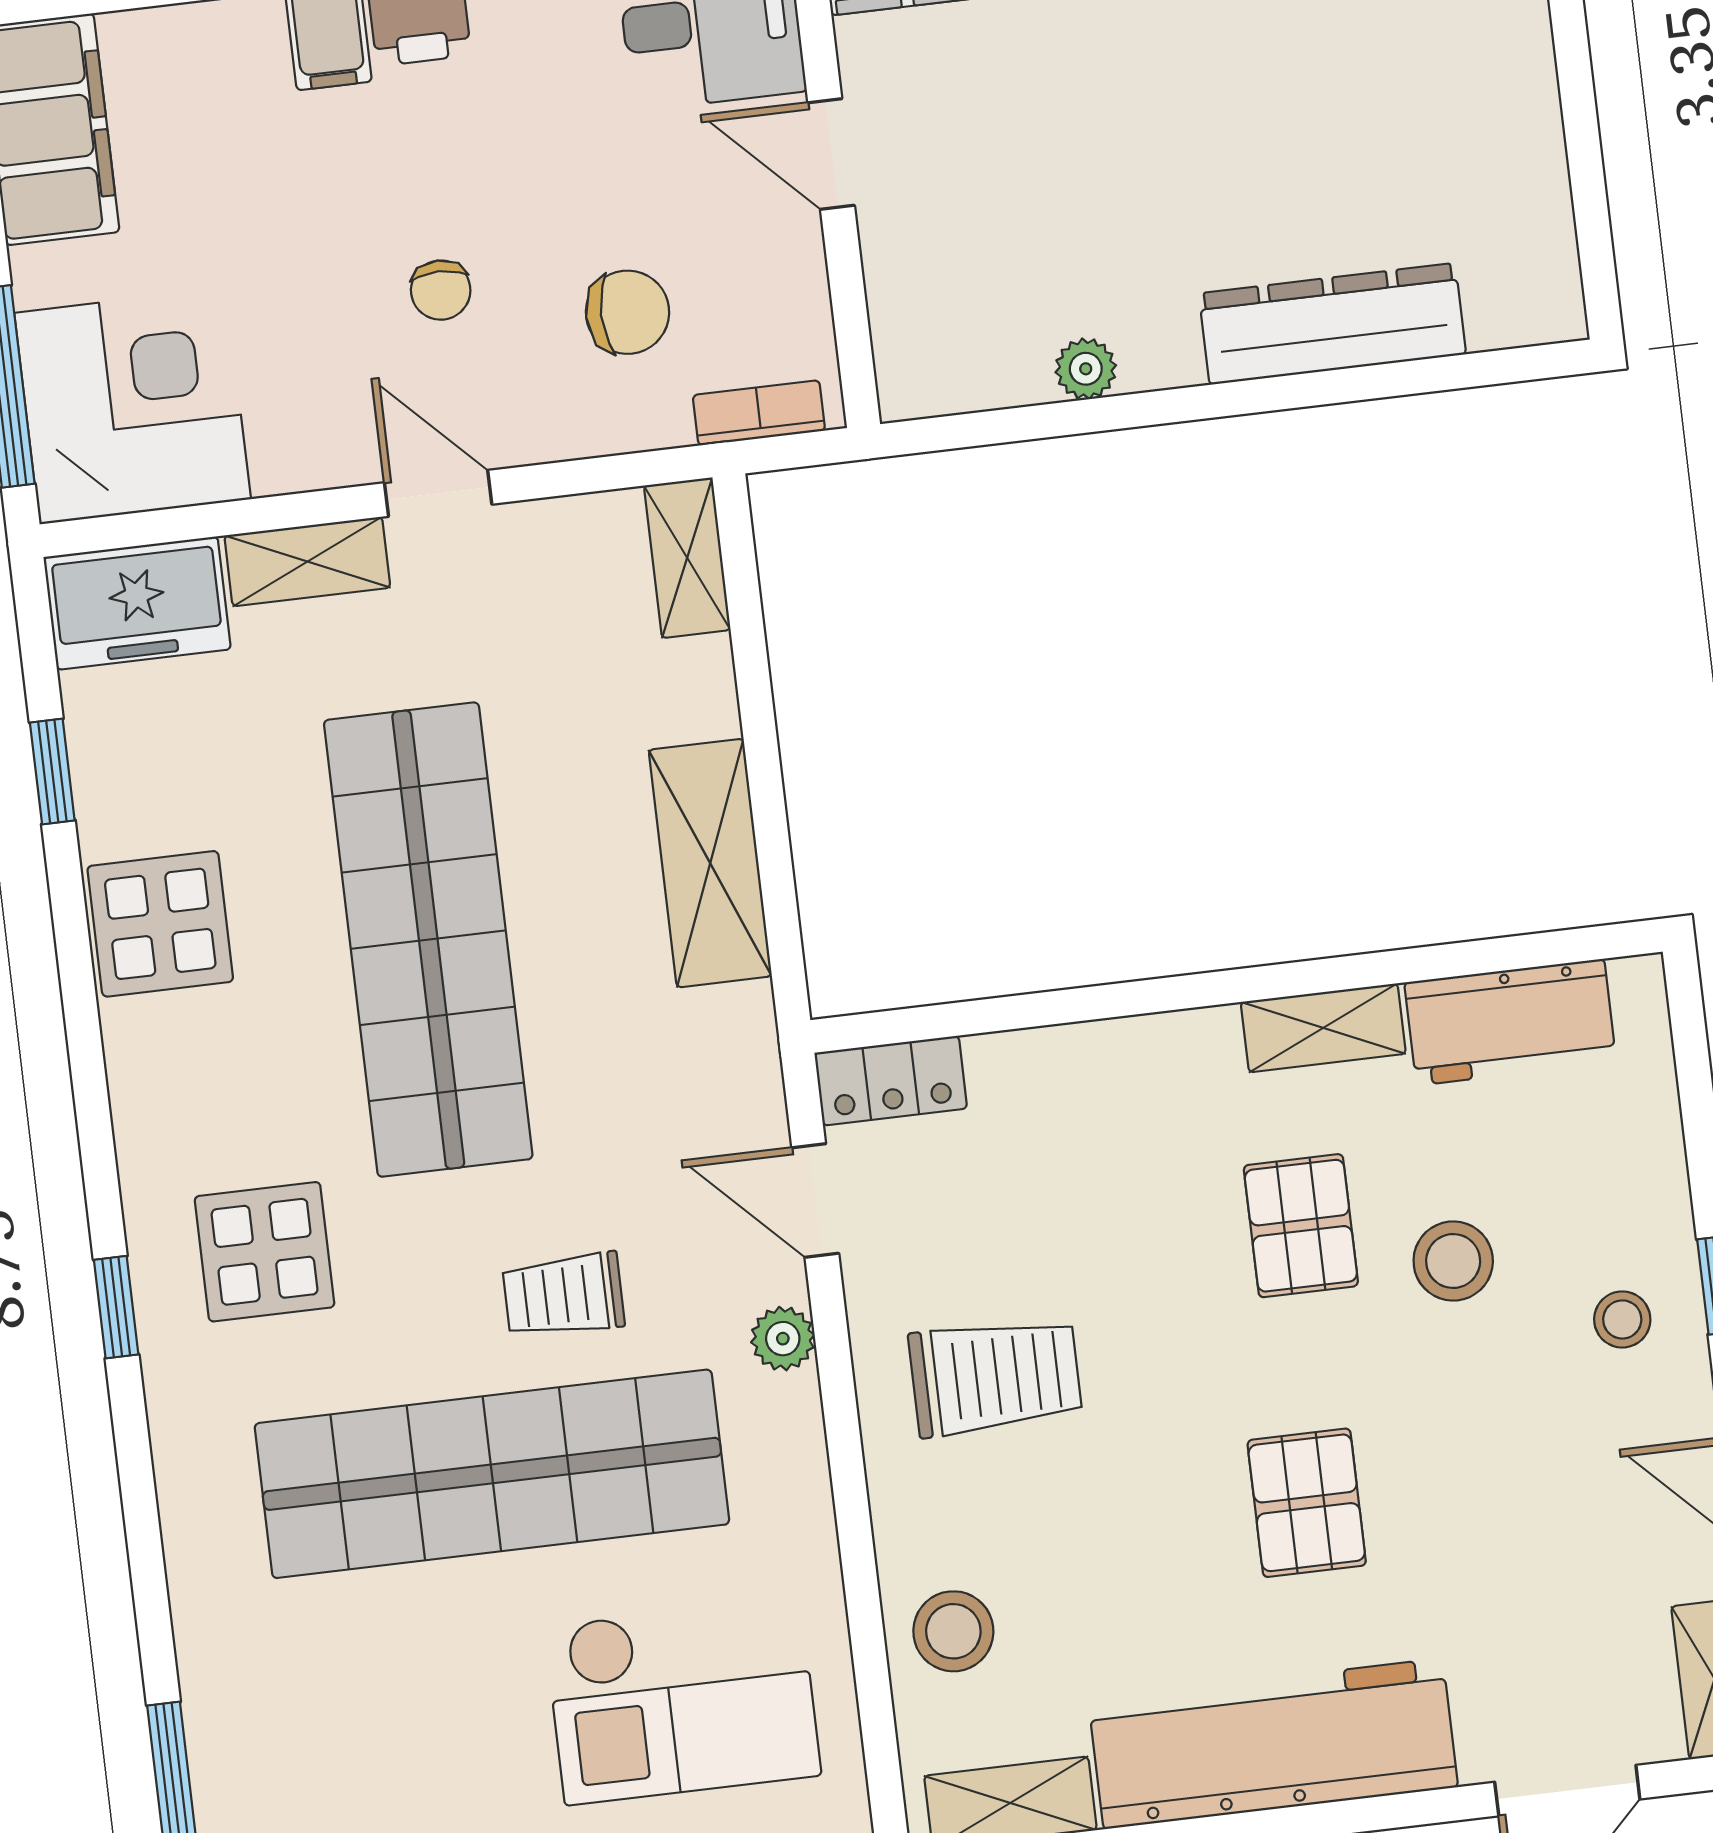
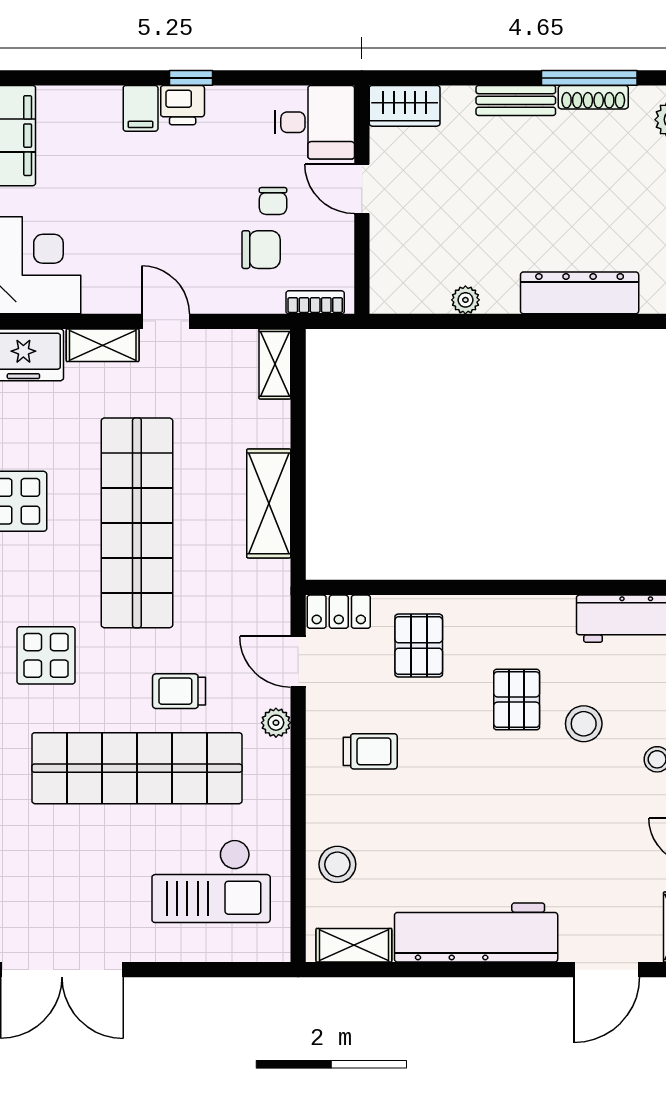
chair: (441, 290) -> (273, 201), moved
shelving: (1323, 1028) -> (537, 611), removed
trolley: (995, 1377) -> (370, 751), width x0.73, depth x0.72
pallet: (1307, 1503) -> (419, 646), moved

